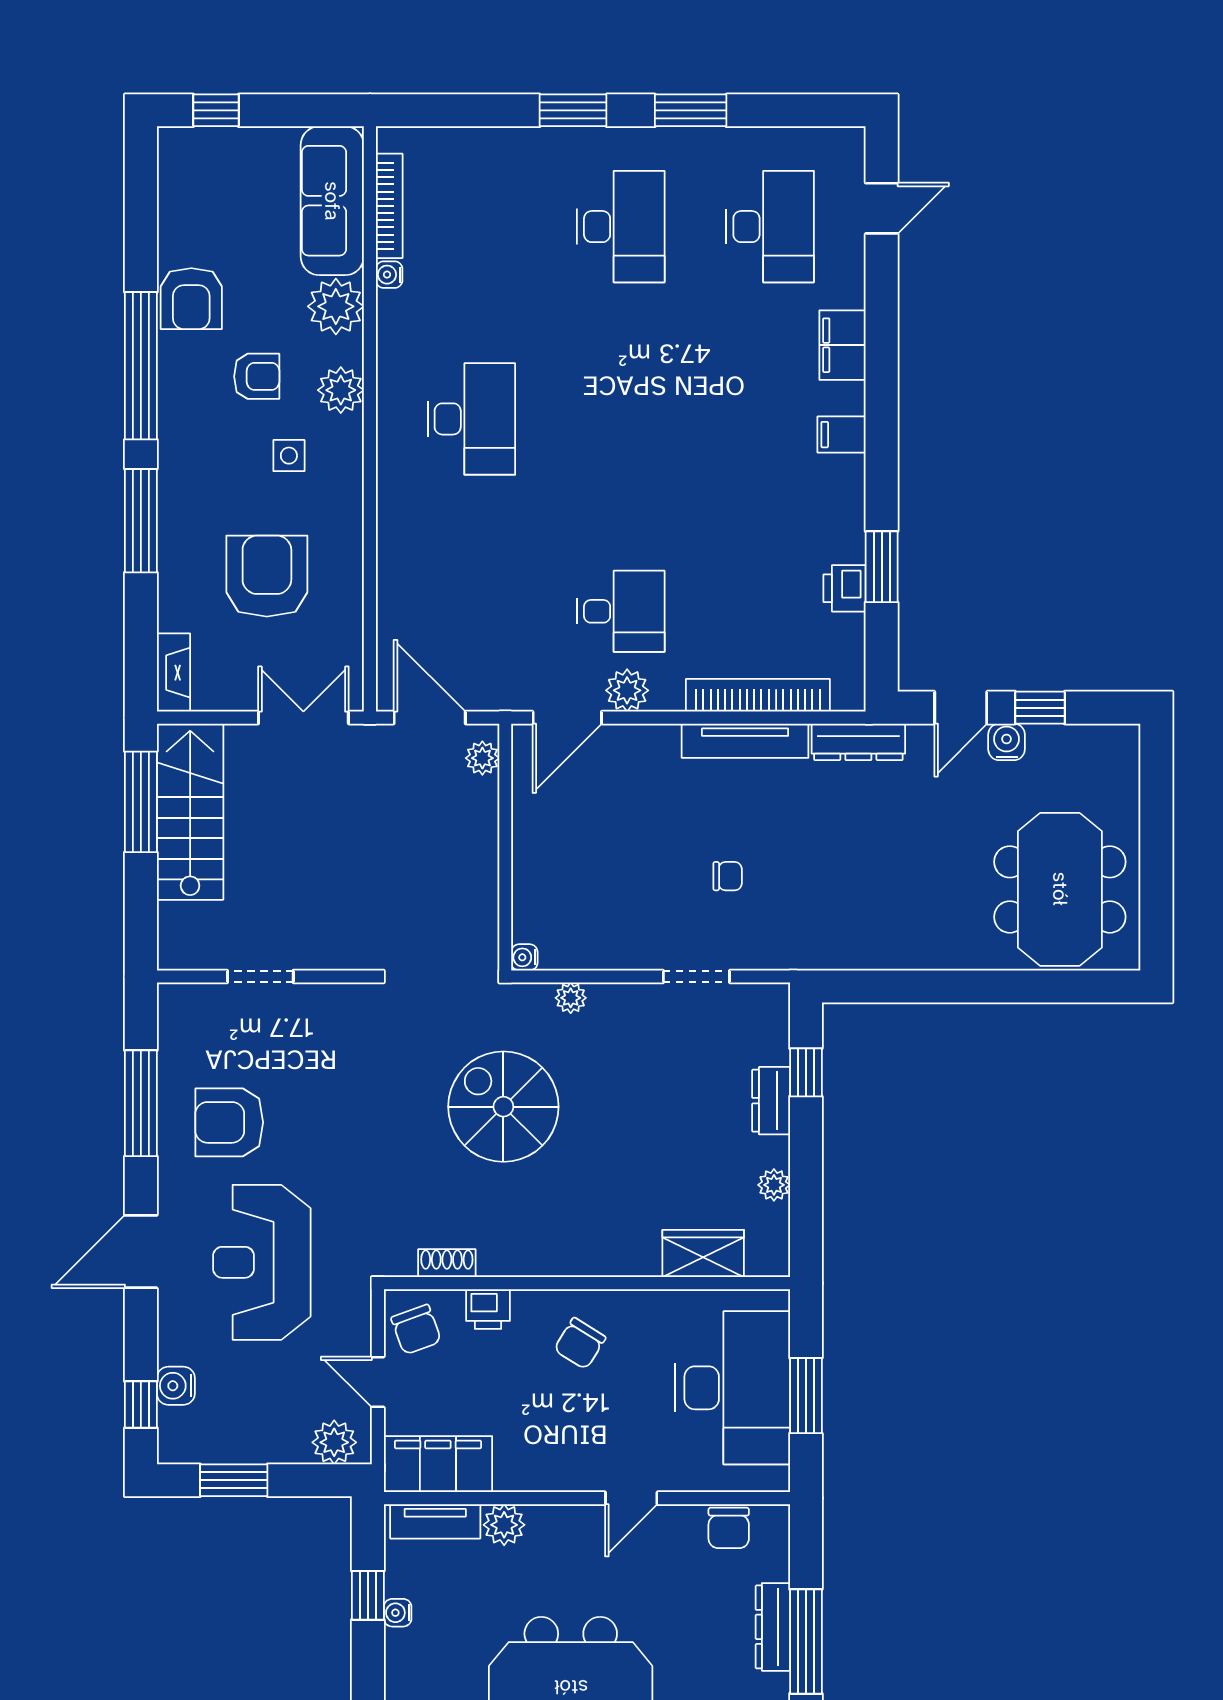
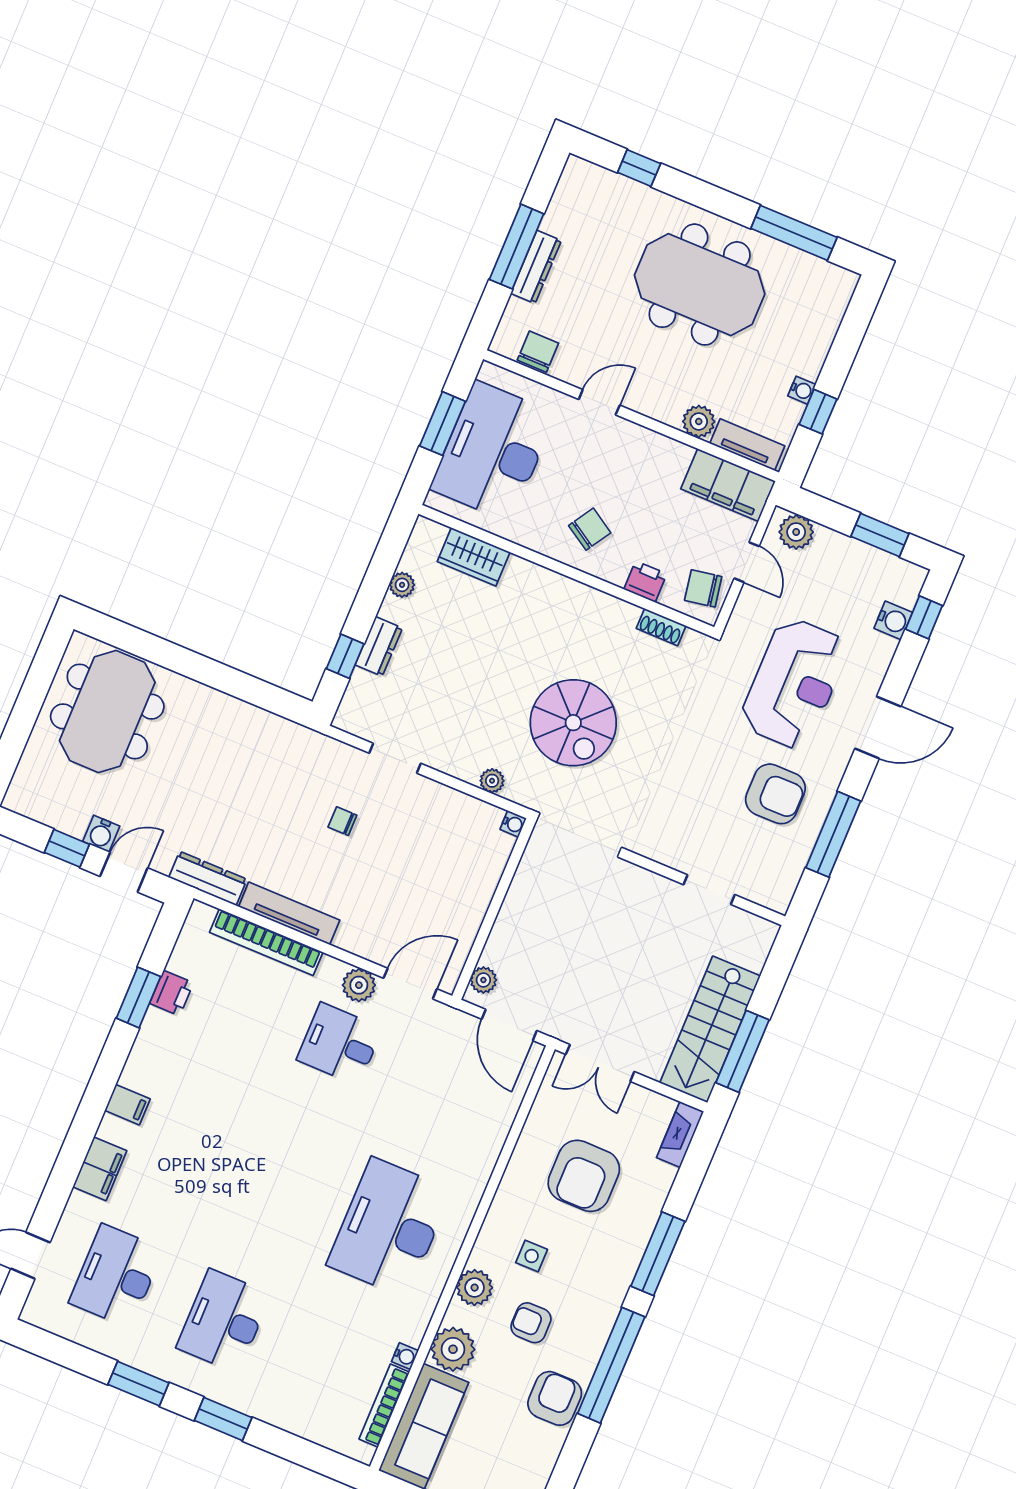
desk: (471, 419) -> (389, 1227), width x1.36, depth x1.30
chair: (416, 1330) -> (703, 588), turned -80

